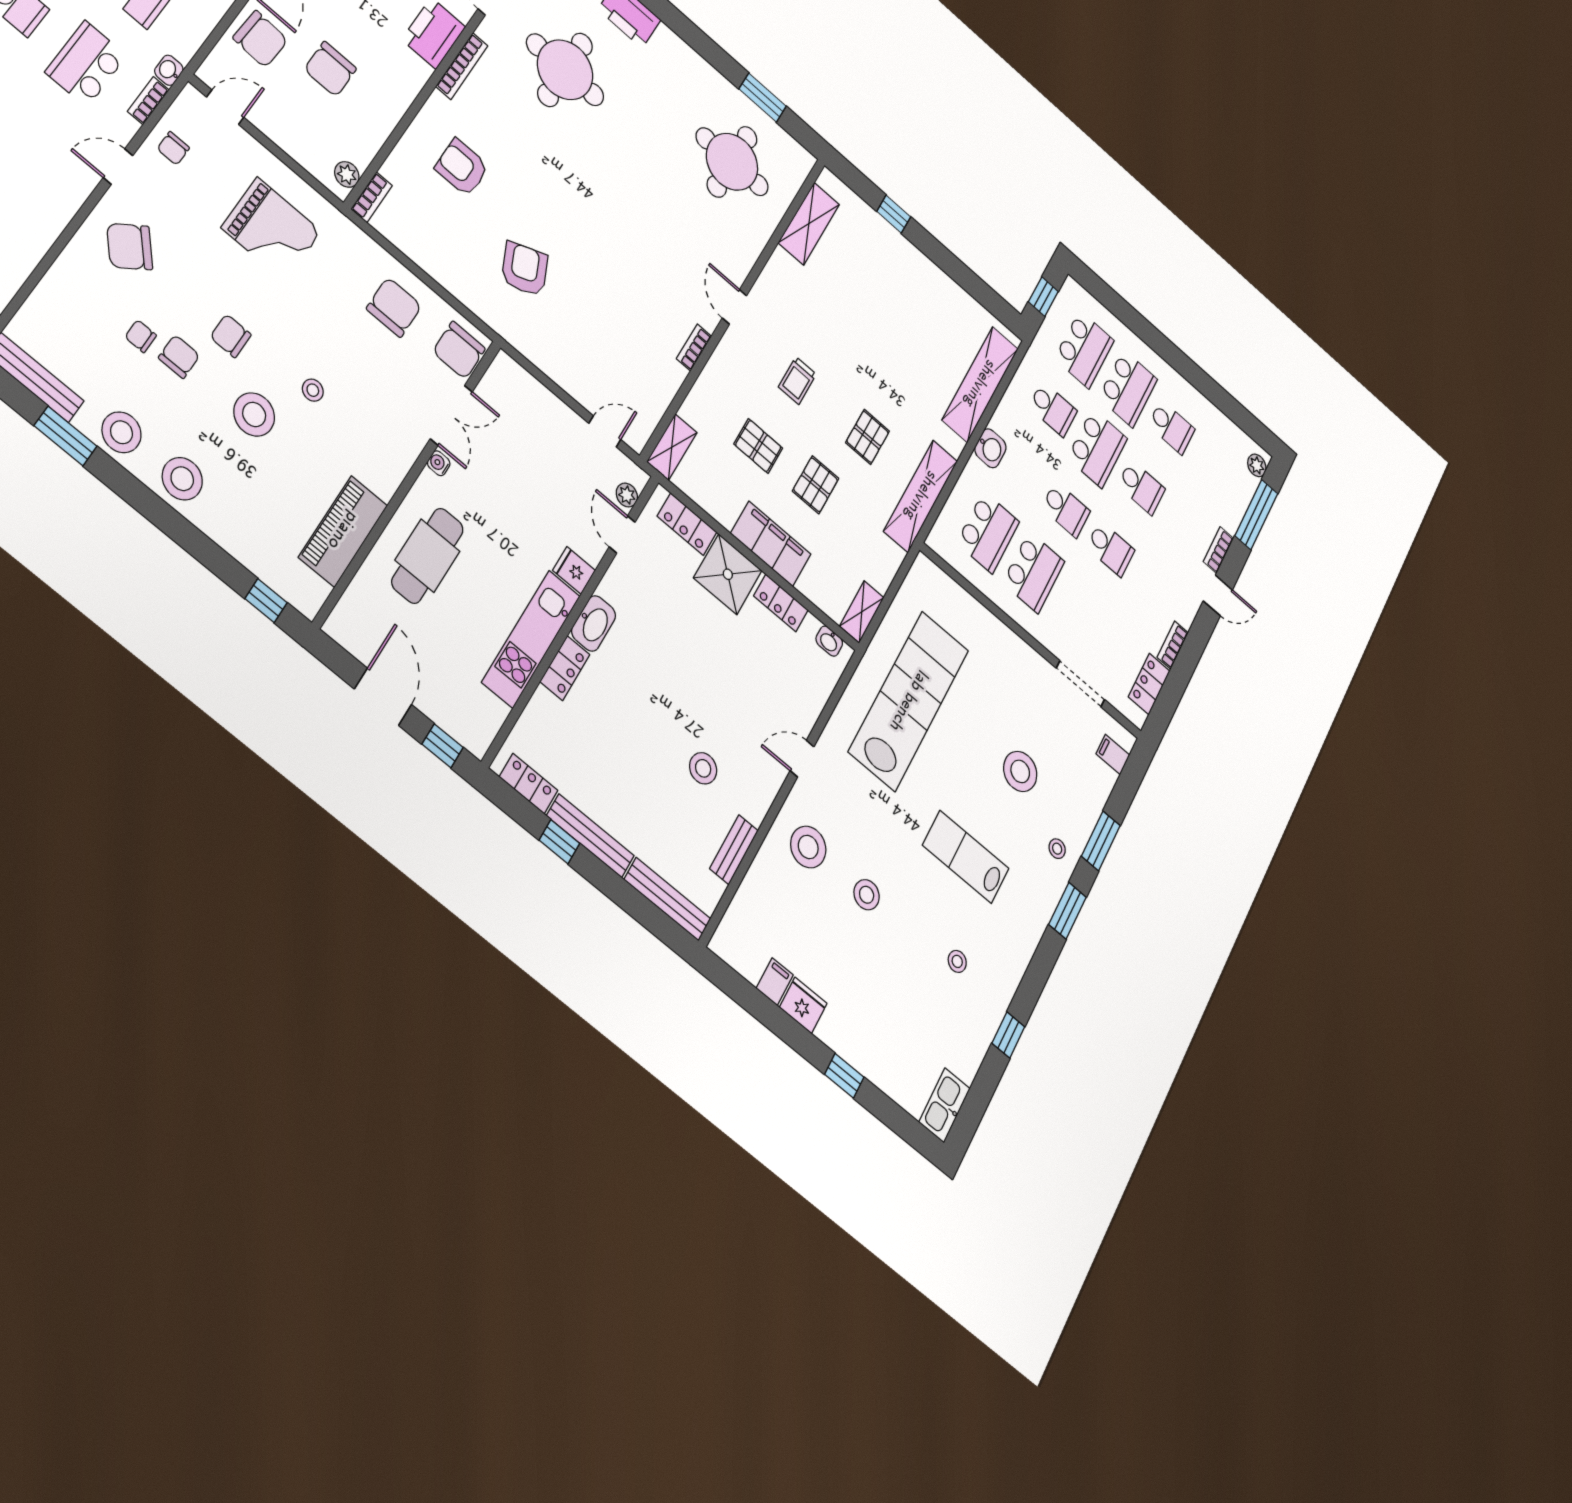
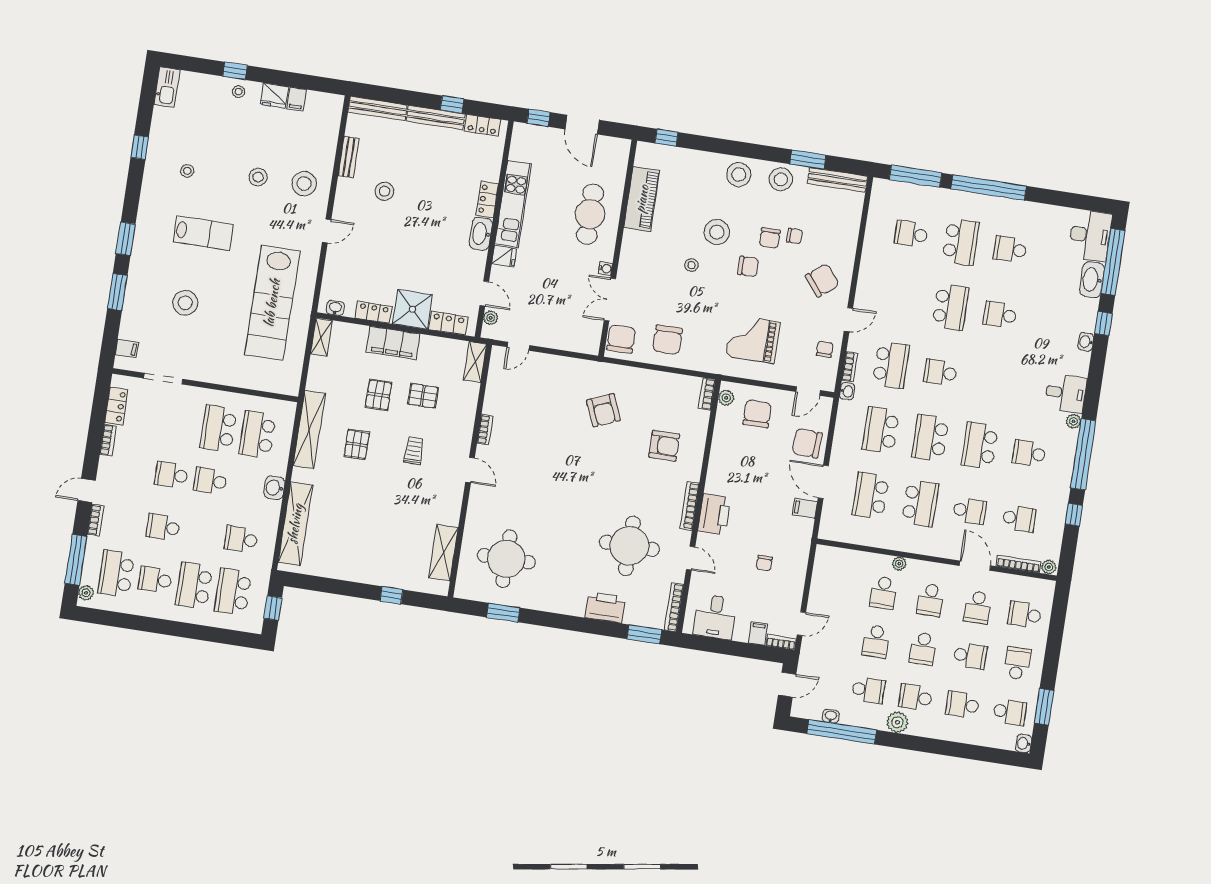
chair: (330, 69) -> (757, 414), moved
school desk: (1097, 448) -> (116, 574), moved
stool: (1057, 849) -> (238, 92), moved

